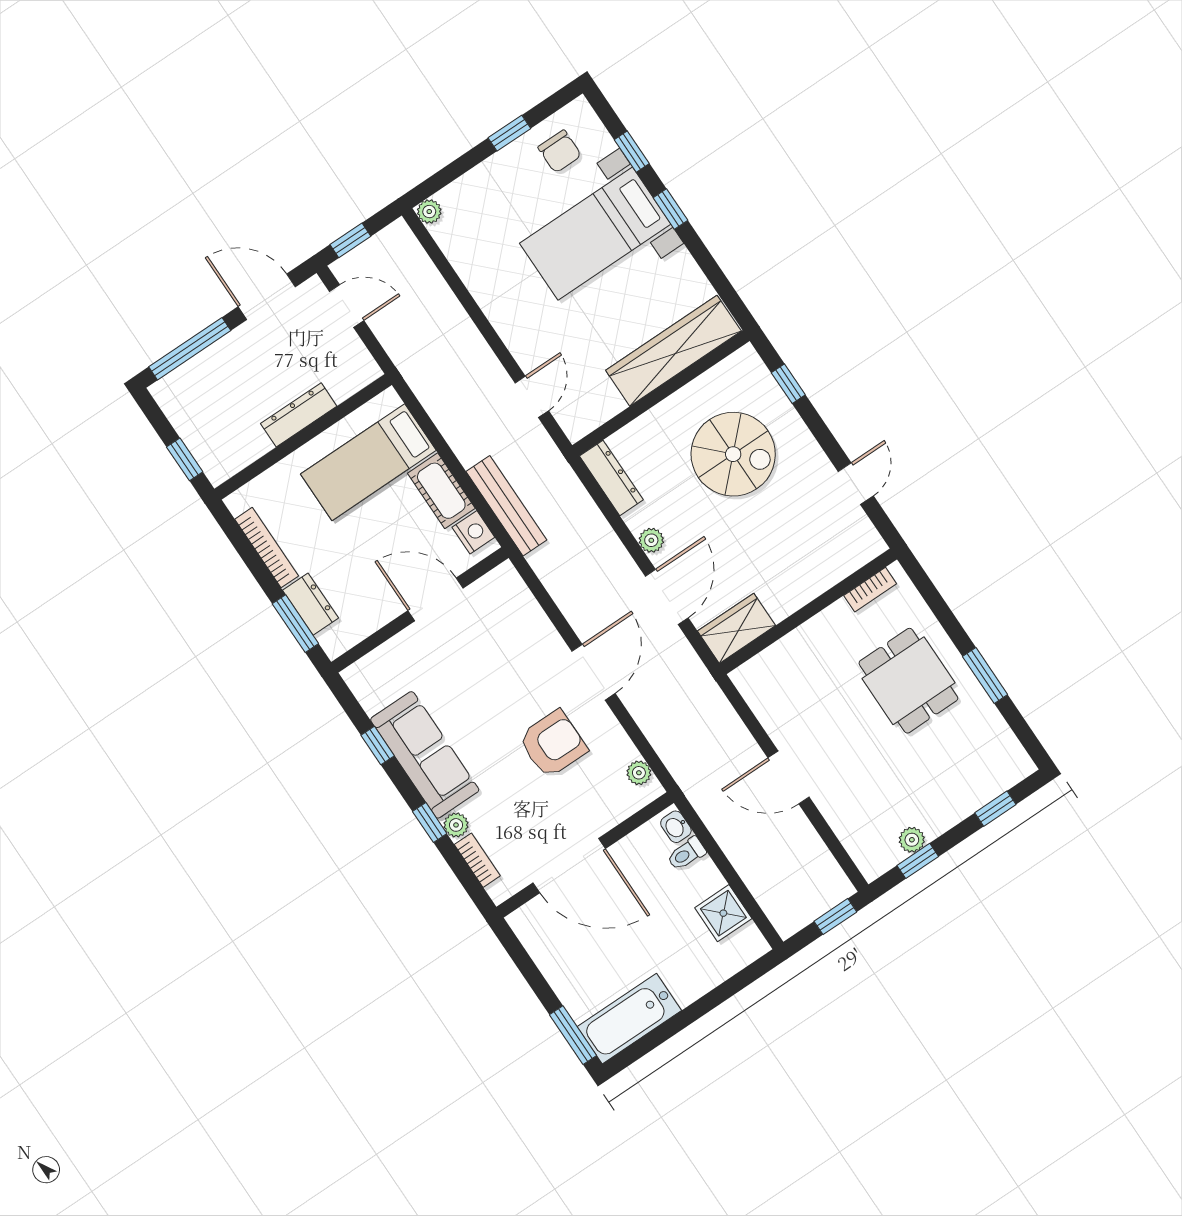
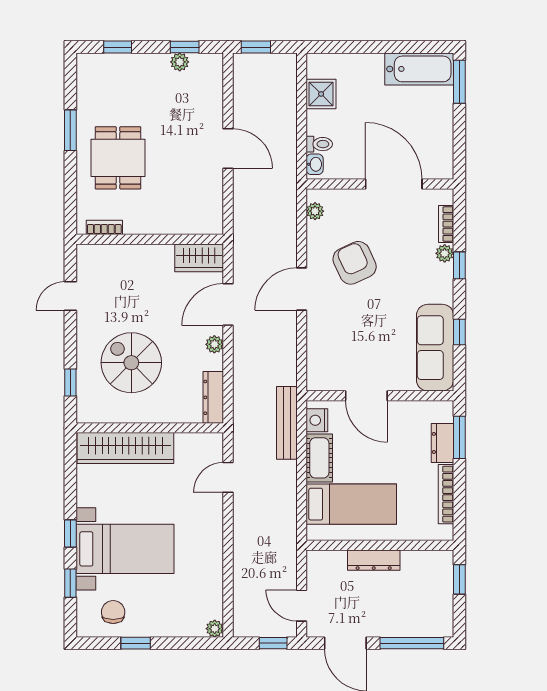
armchair: (553, 744) -> (355, 263), turned 65
sofa: (425, 755) -> (435, 348), moved

